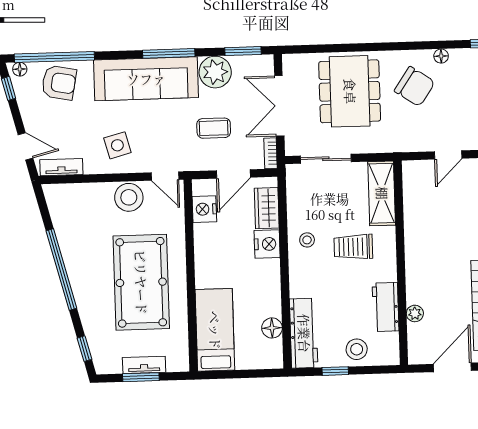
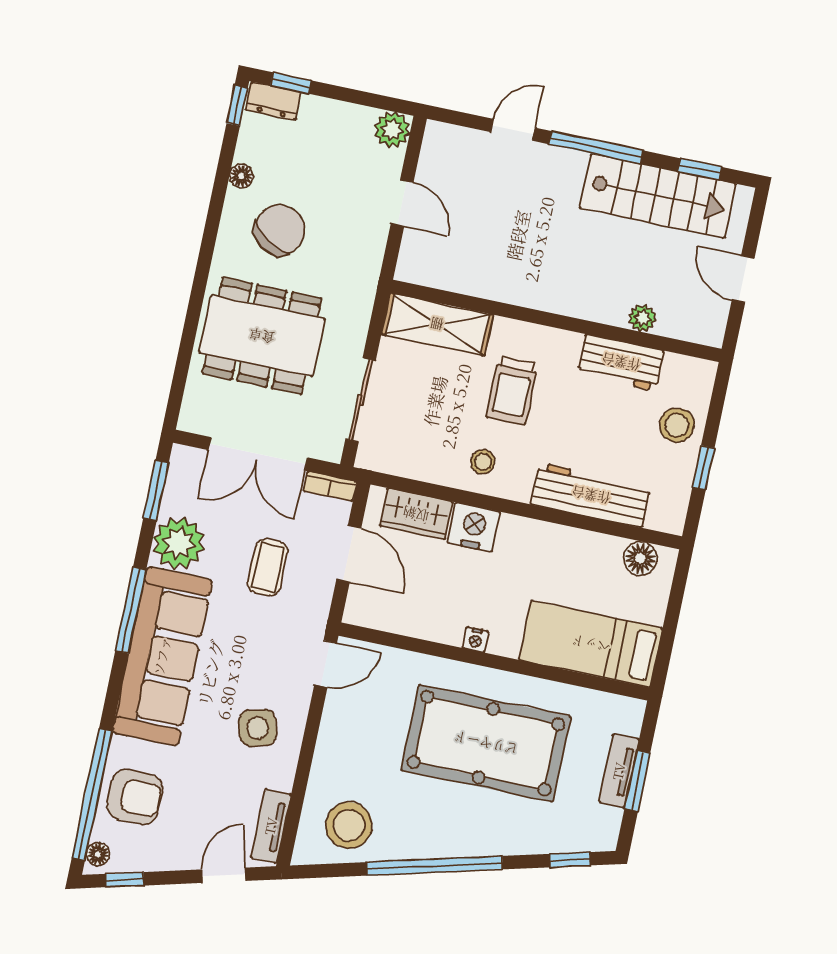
armchair: (59, 83) -> (135, 797), turned 79
stool: (129, 197) -> (349, 825), moved
nightstand: (204, 209) -> (475, 640), moved, width x0.53, depth x0.56
floor lamp: (272, 328) -> (640, 558), moved
workbench: (304, 333) -> (591, 495), moved
door: (452, 367) -> (743, 279), width x0.73

